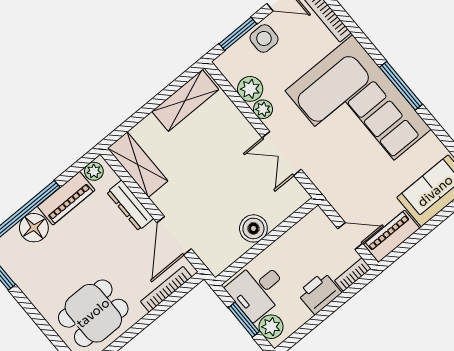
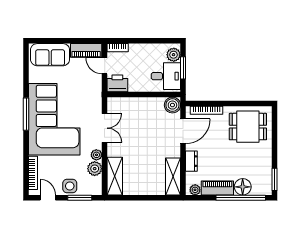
shelving: (185, 100) -> (115, 176), moved, turned 90
dresser: (130, 205) -> (191, 161), width x0.70
boiler: (253, 228) -> (172, 105), moved
printer: (319, 293) -> (117, 83), moved, turned 180

